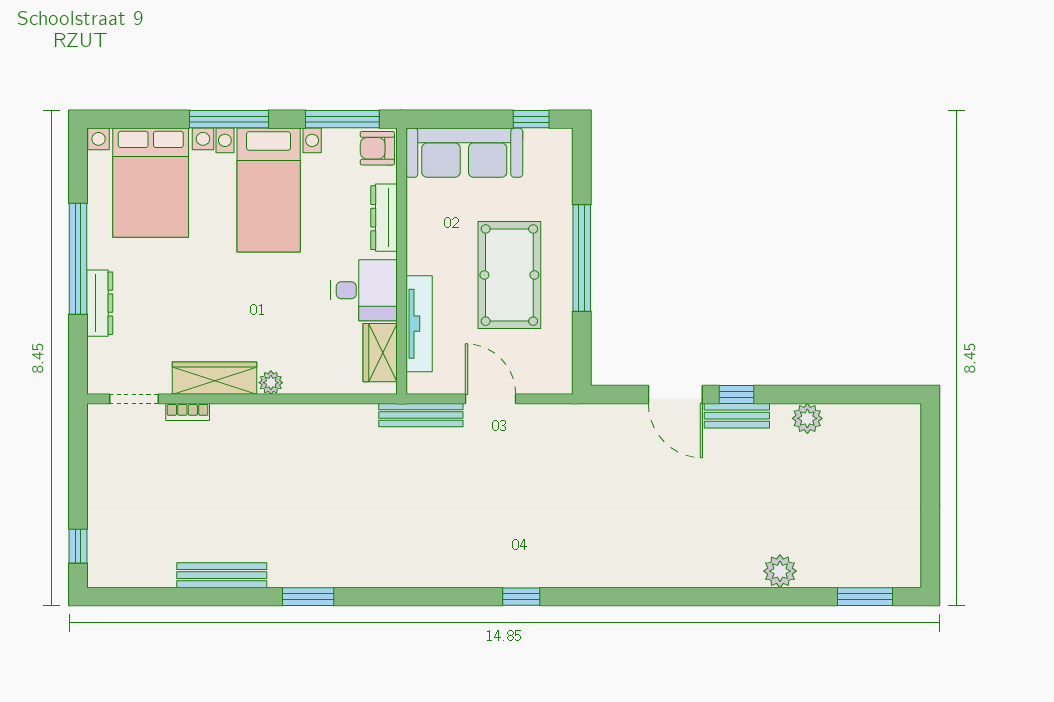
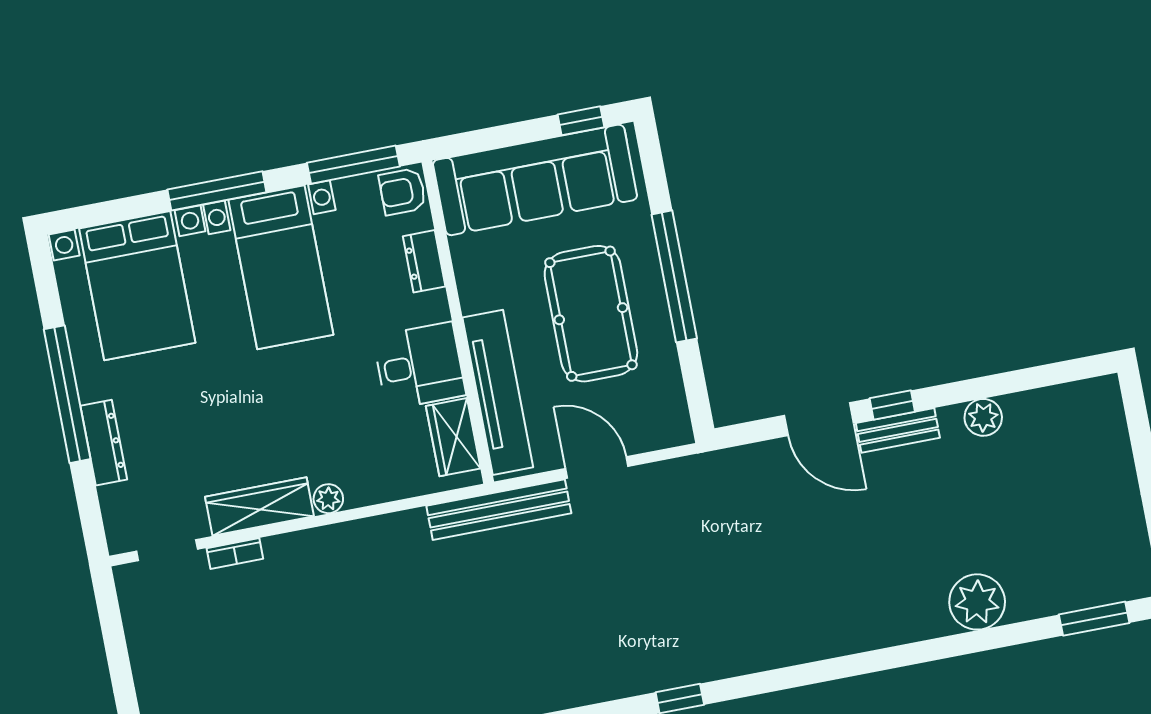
sofa: (464, 153) -> (535, 180), width x1.36, depth x1.27
dresser: (384, 218) -> (424, 261), width x0.70
tv unit: (419, 324) -> (498, 392), width x1.36, depth x1.29
bench: (421, 415) -> (499, 510), width x1.37, depth x1.21
plant: (780, 571) -> (977, 602), width x1.36, depth x1.36

